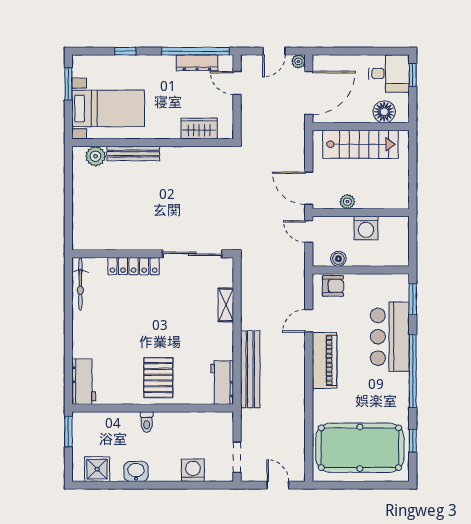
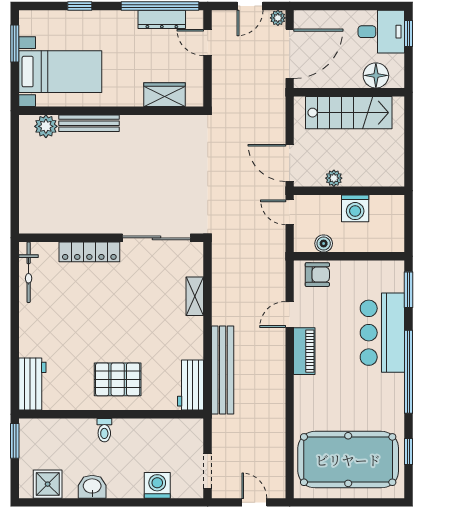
piano: (325, 360) -> (304, 351), width x0.73, depth x0.75
pallet: (158, 378) -> (118, 379), turned 90

